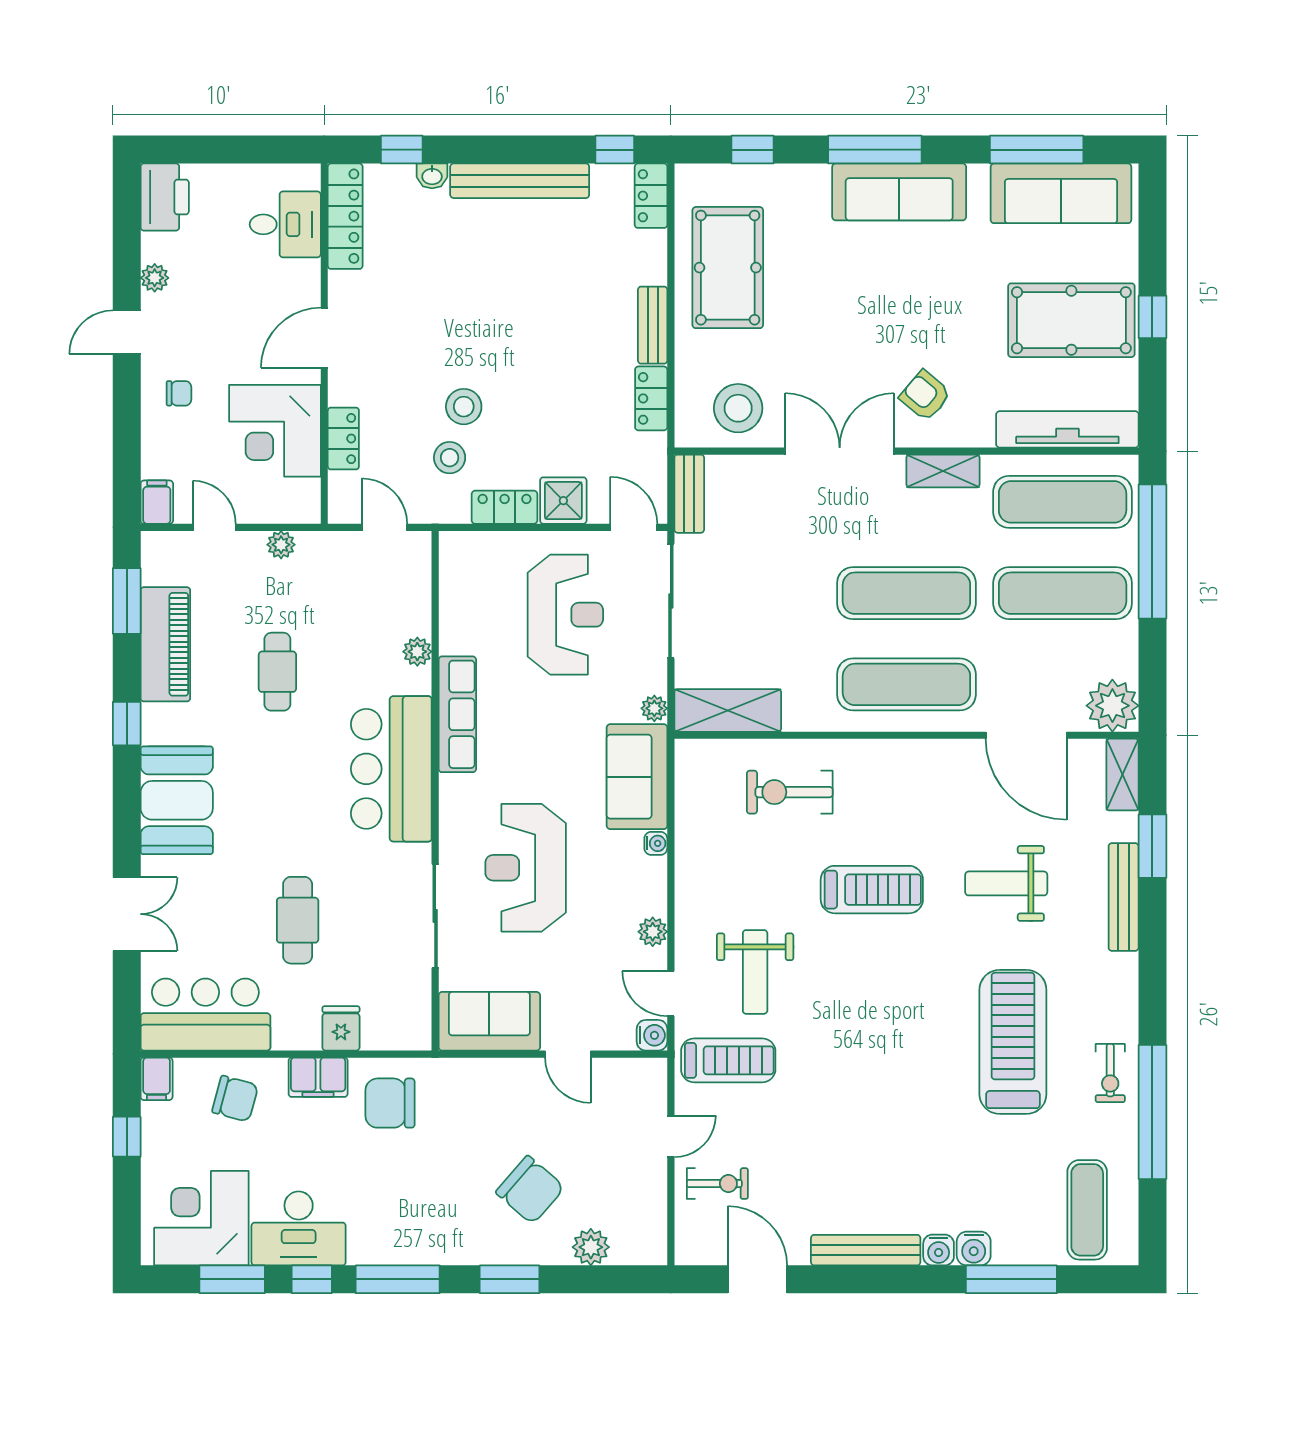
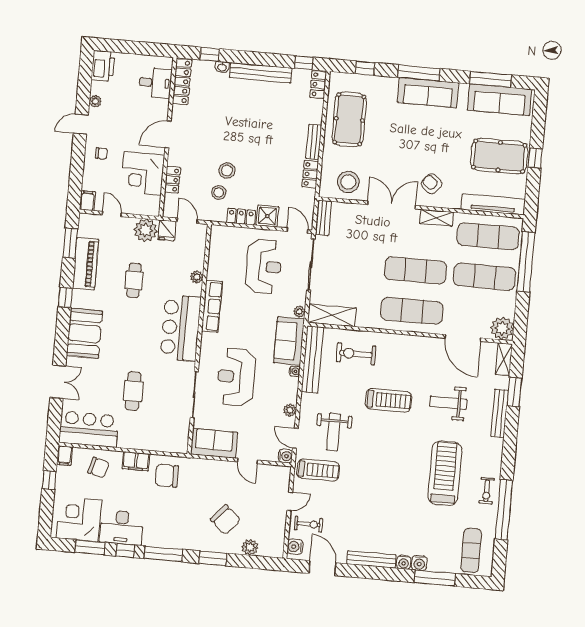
plant: (281, 545) -> (146, 230), width x1.87, depth x1.87
bench: (693, 814) -> (312, 360), added
fridge: (341, 1028) -> (167, 230), moved, turned 180
water cooler: (692, 1237) -> (295, 547), added

